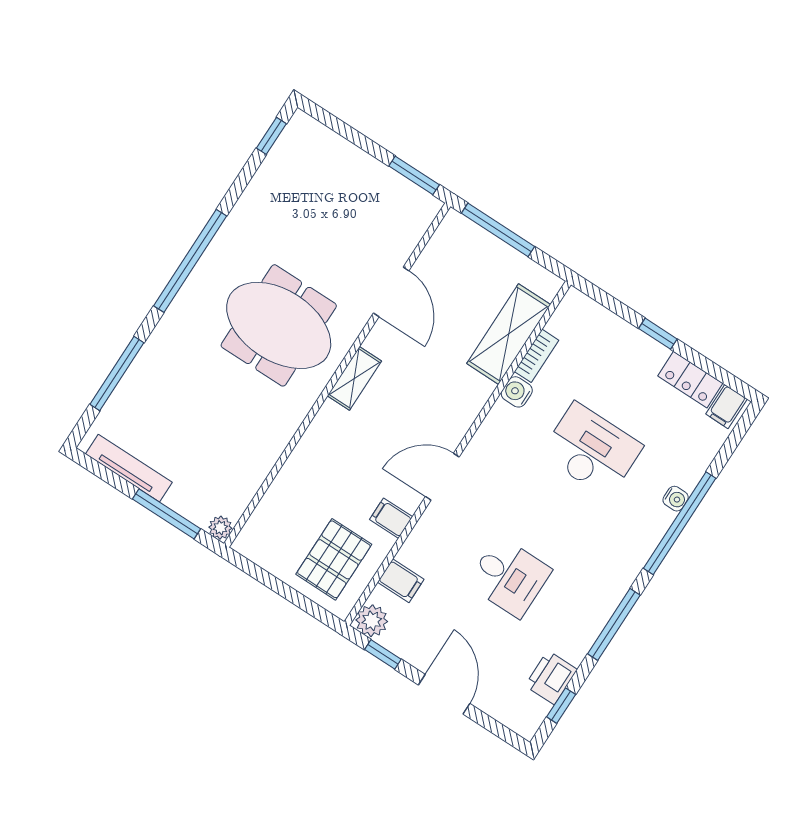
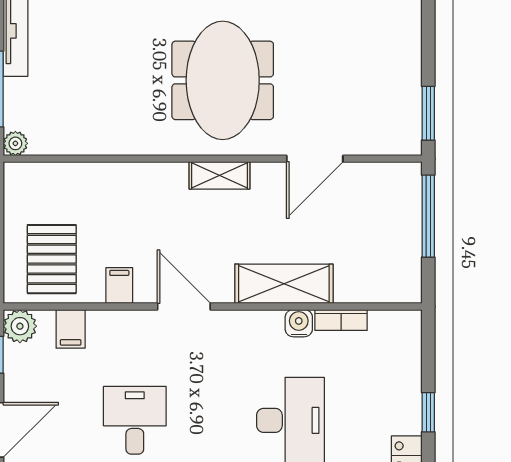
shelving: (509, 334) -> (284, 284), moved
pallet: (334, 559) -> (52, 259), turned 90
desk: (509, 577) -> (135, 420), turned 180

